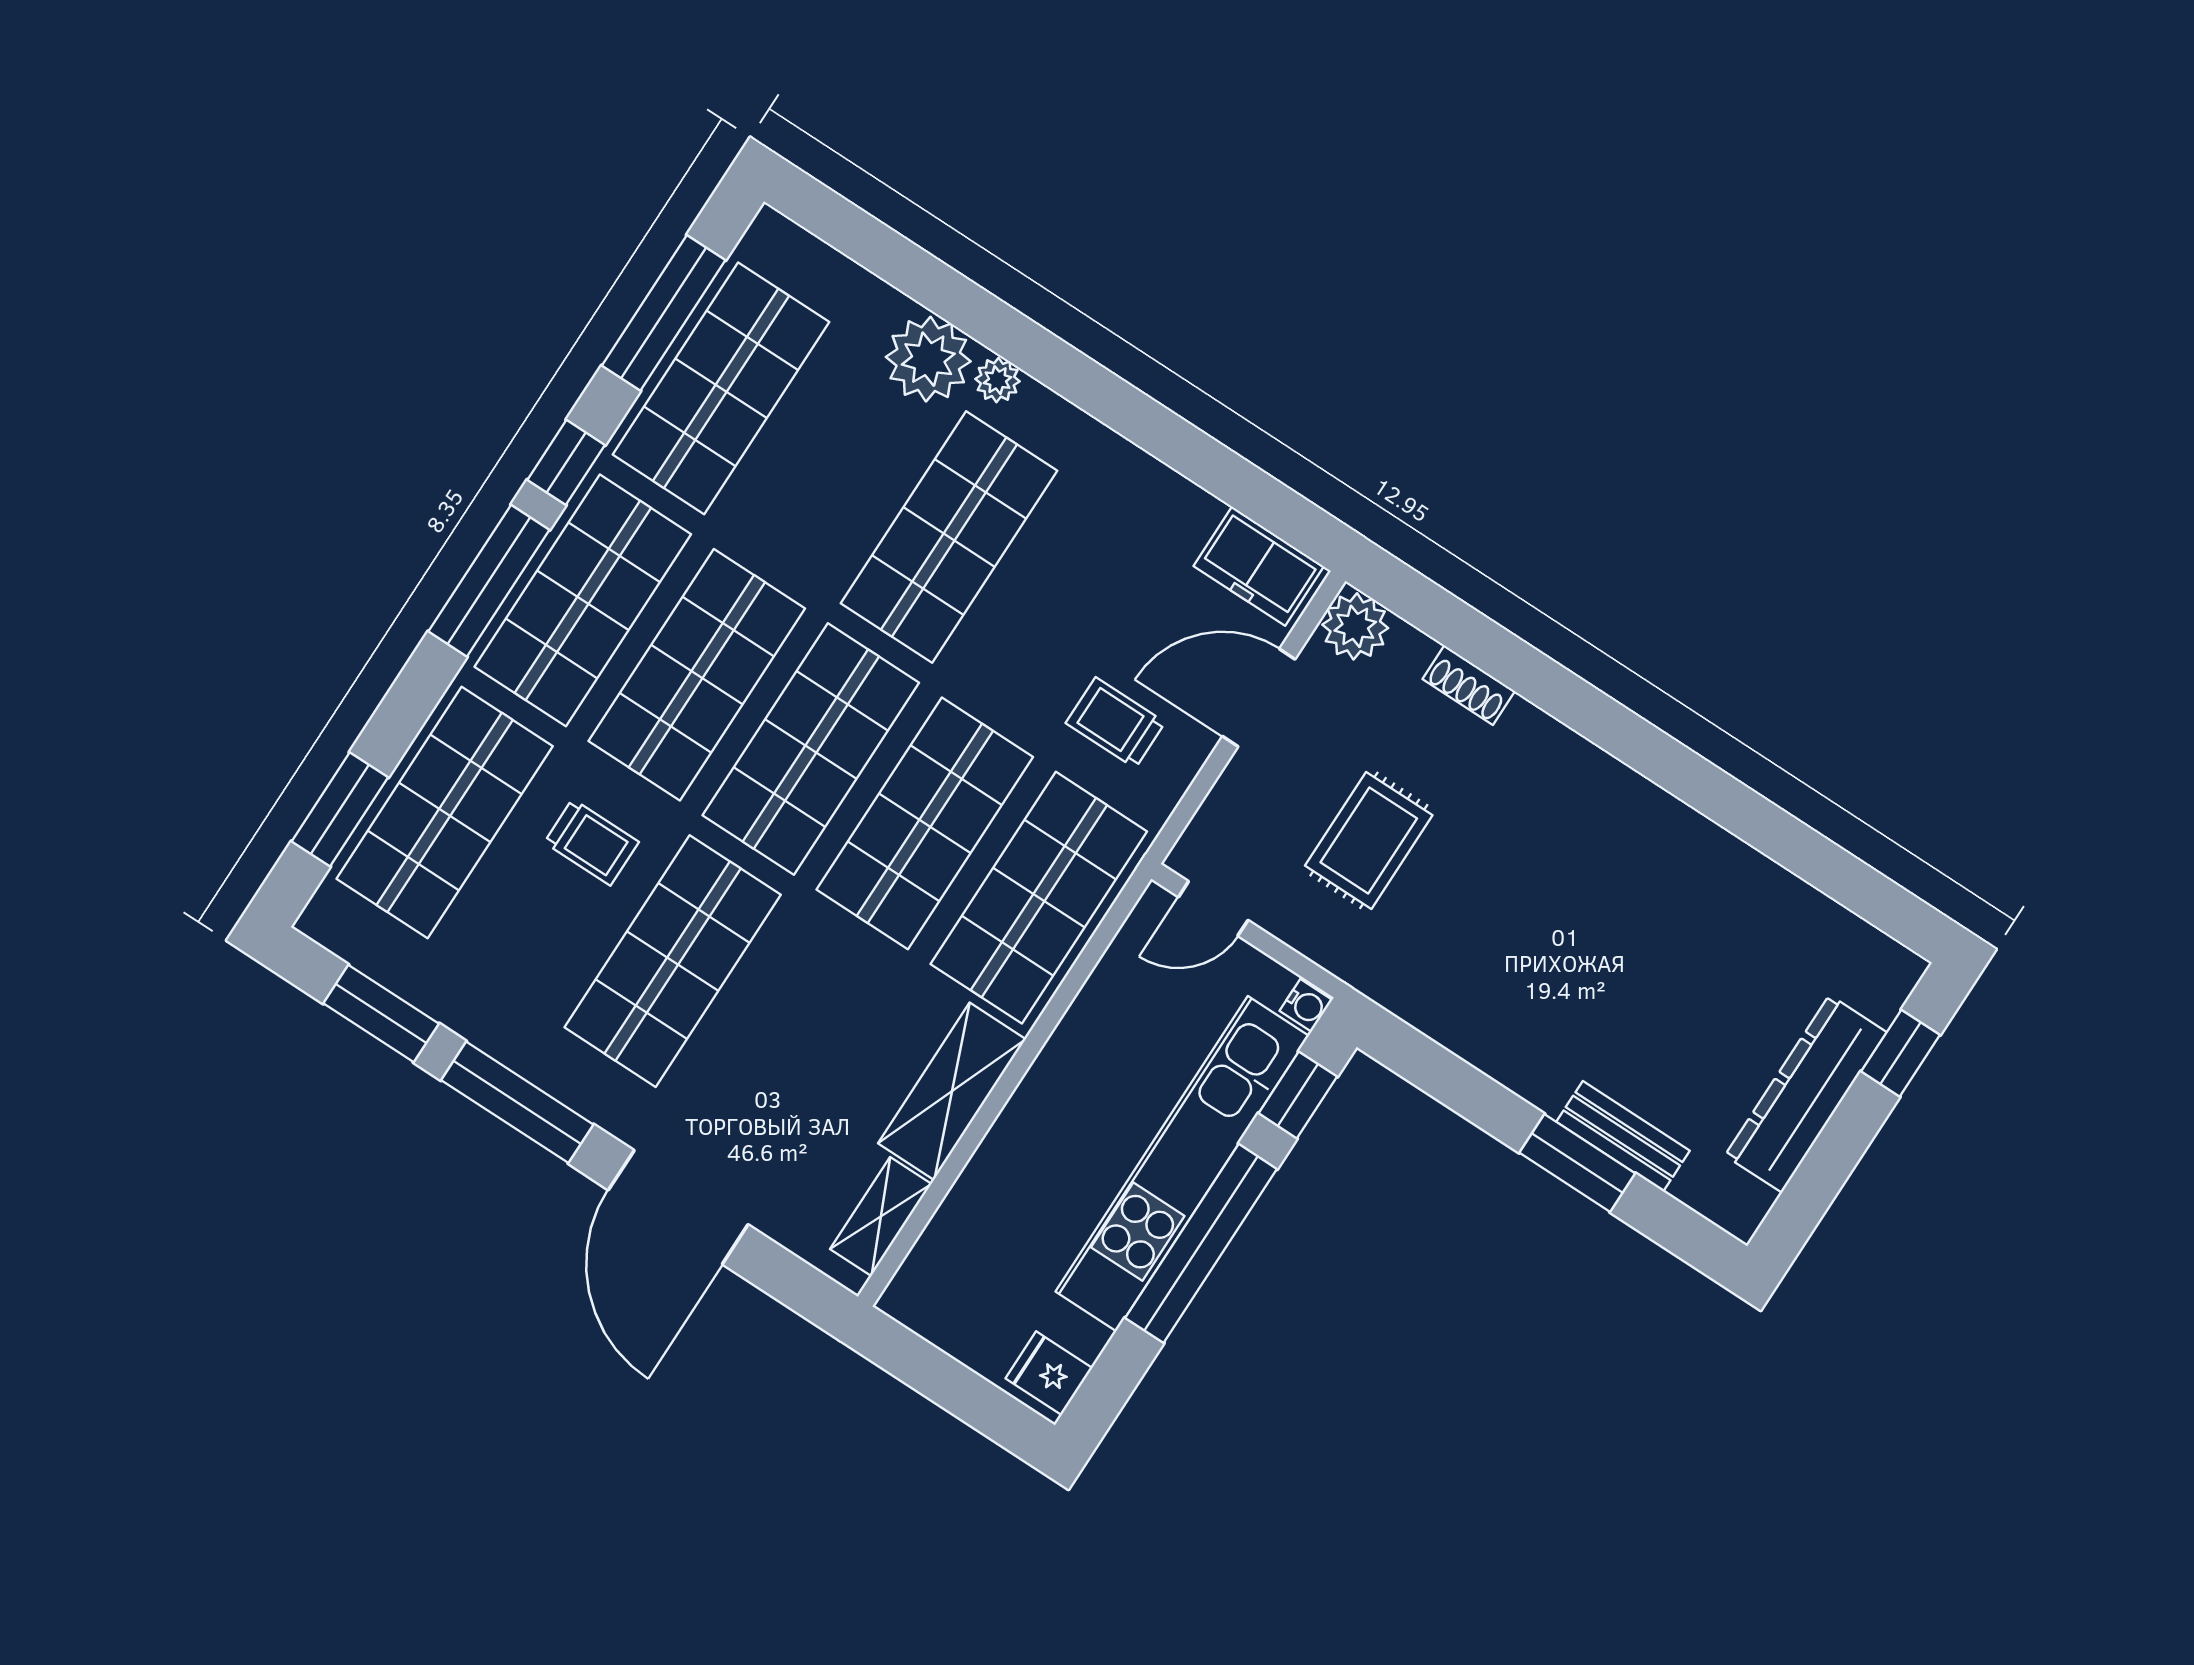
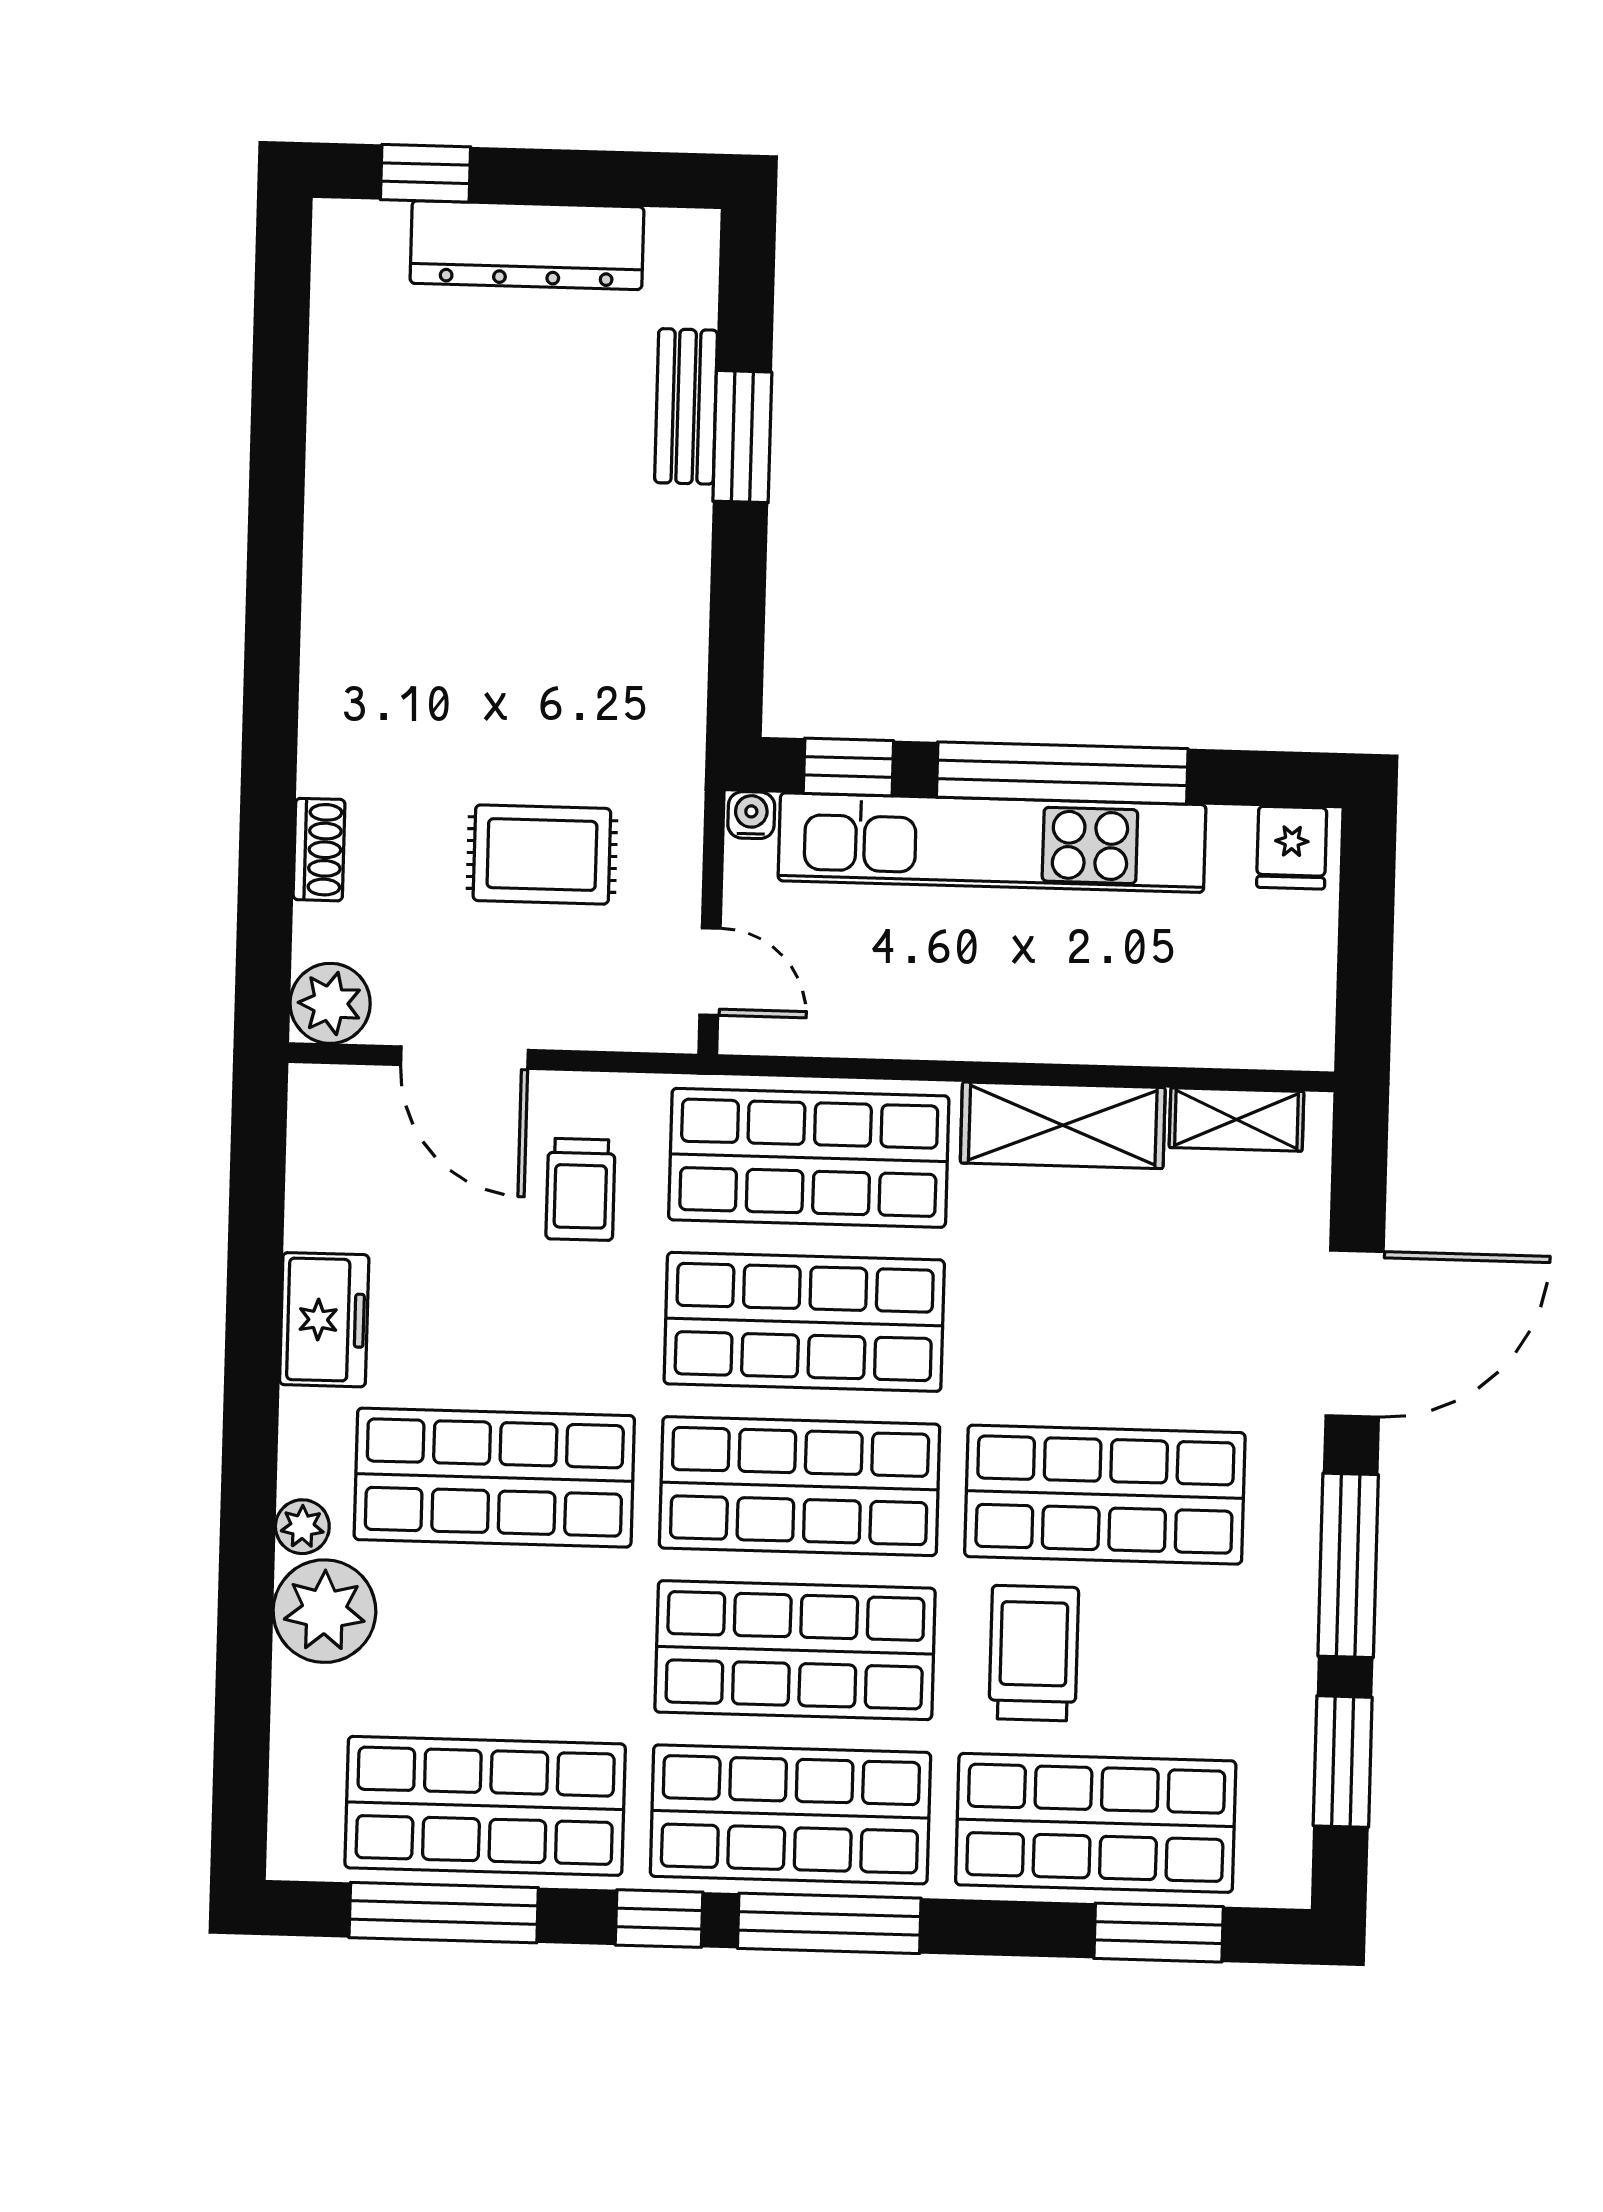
freezer: (1259, 566) -> (324, 1320), moved
trolley: (591, 842) -> (1034, 1653), width x1.36, depth x1.39

